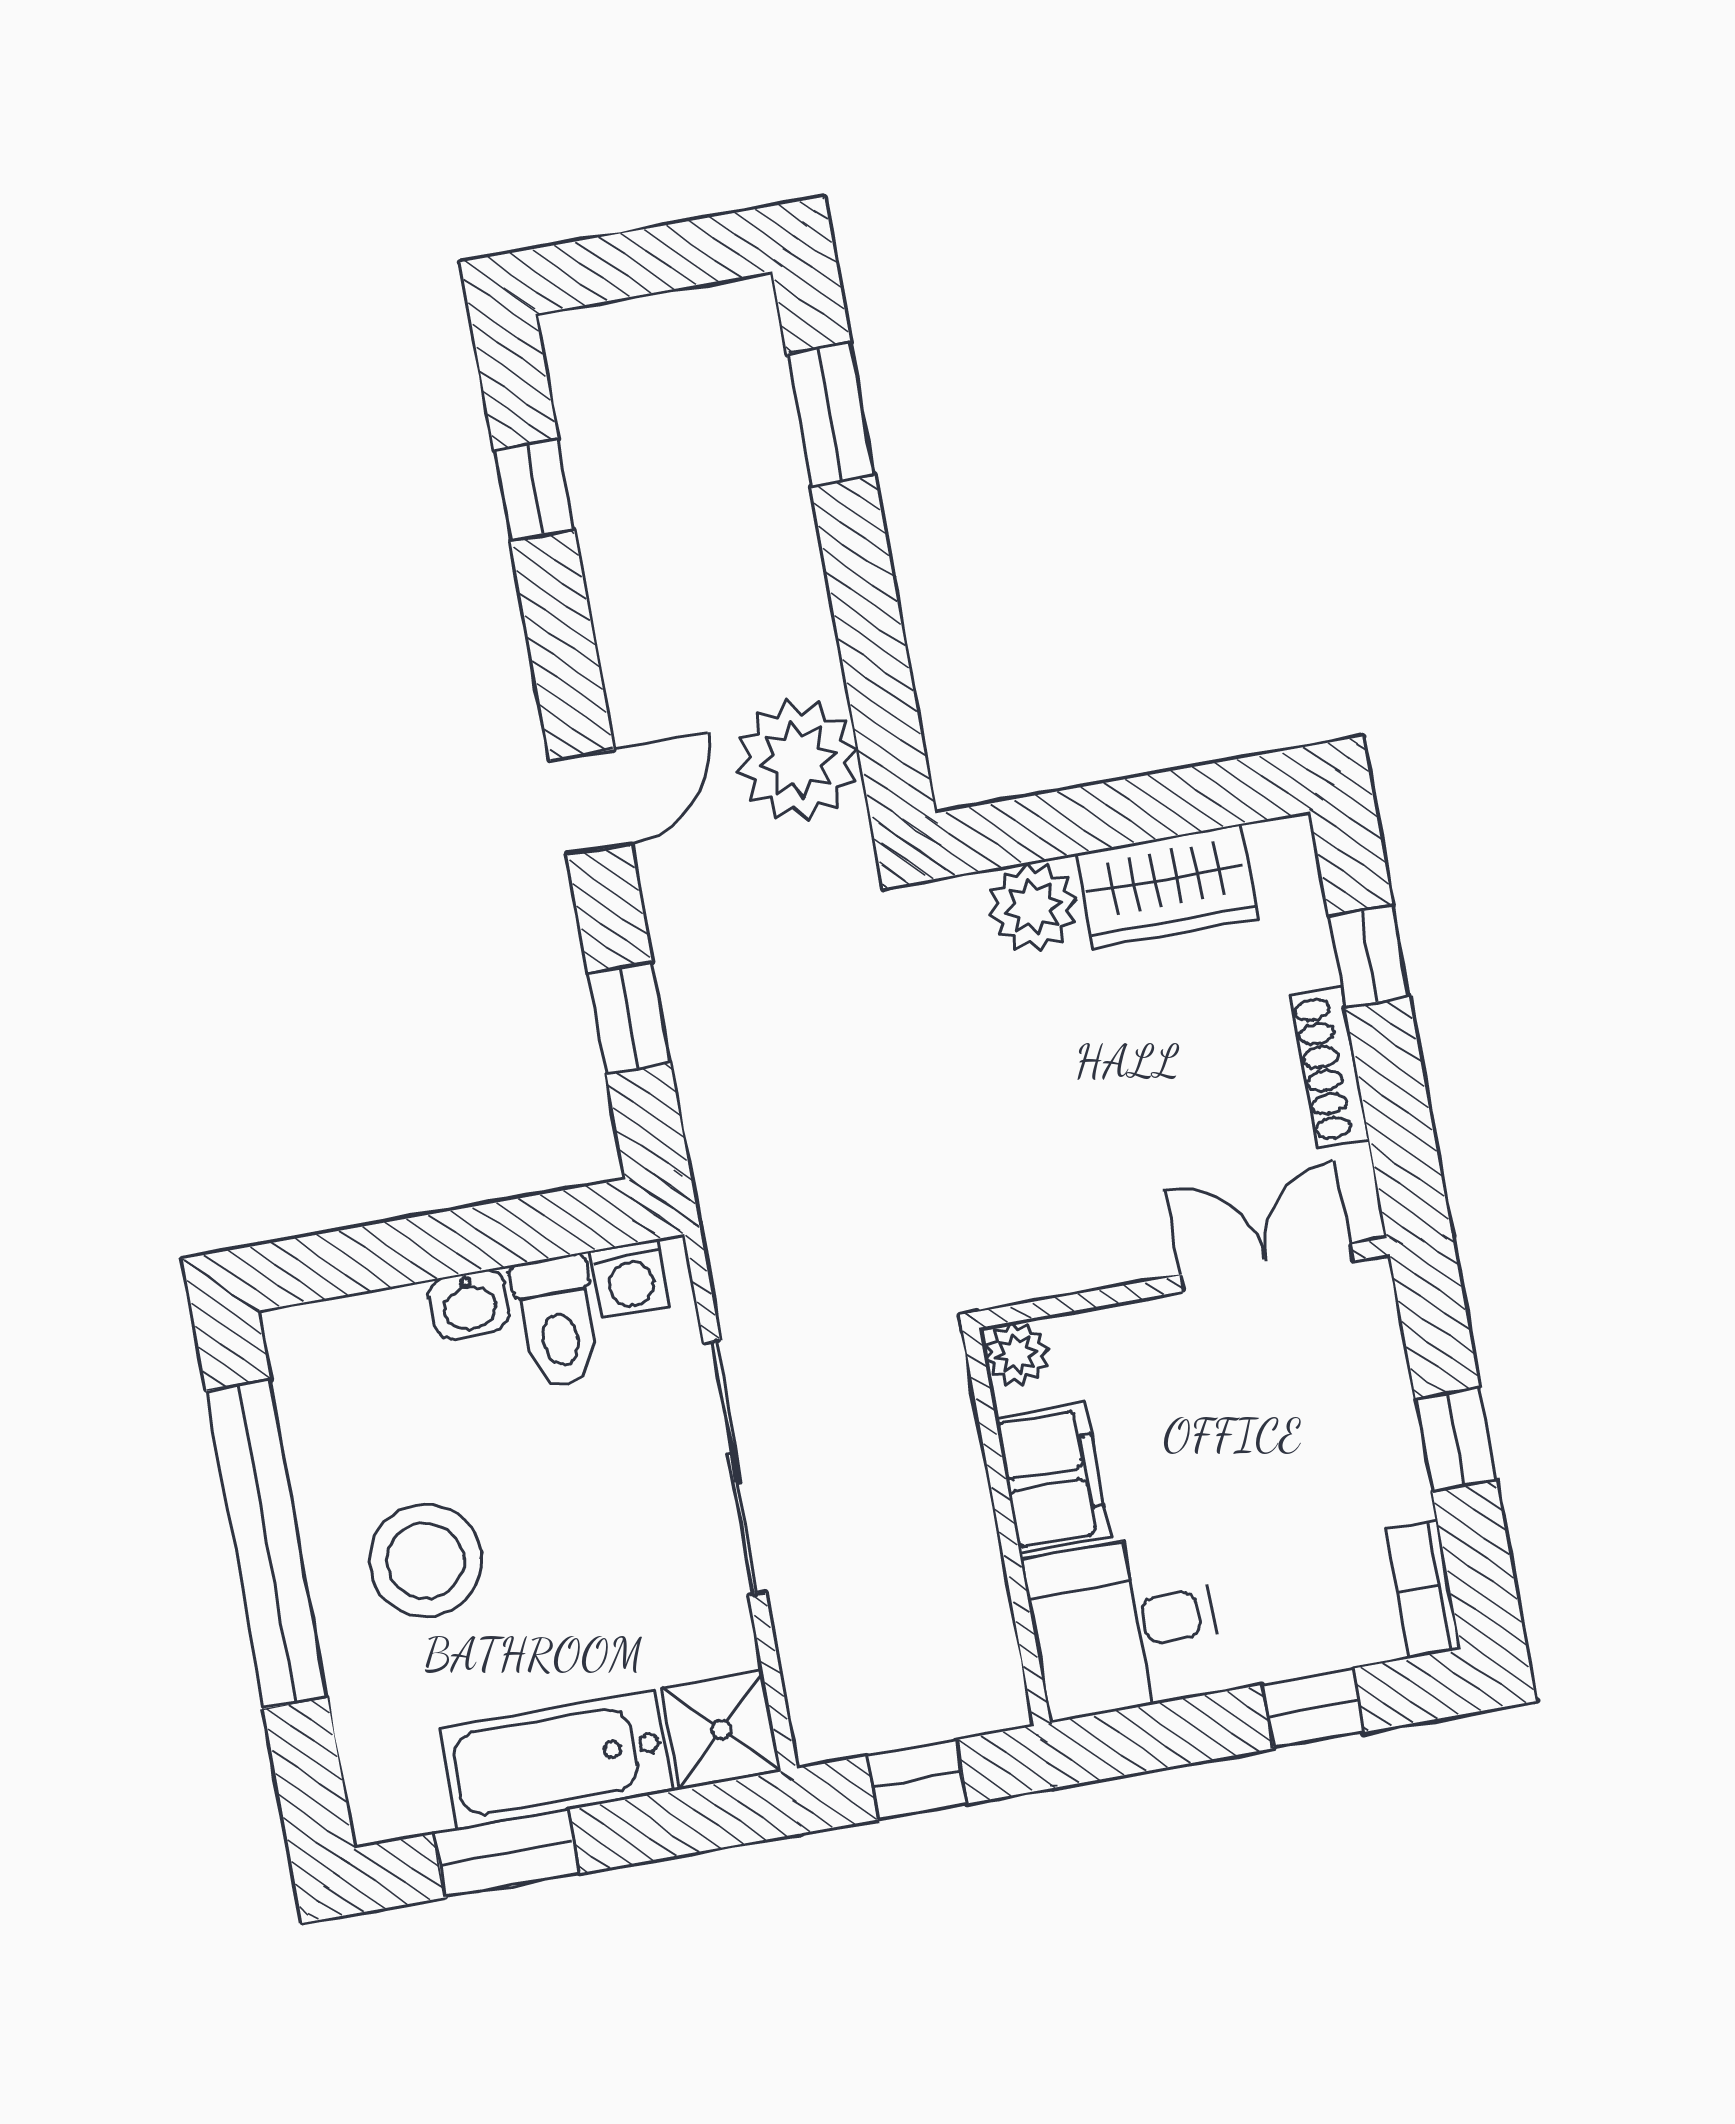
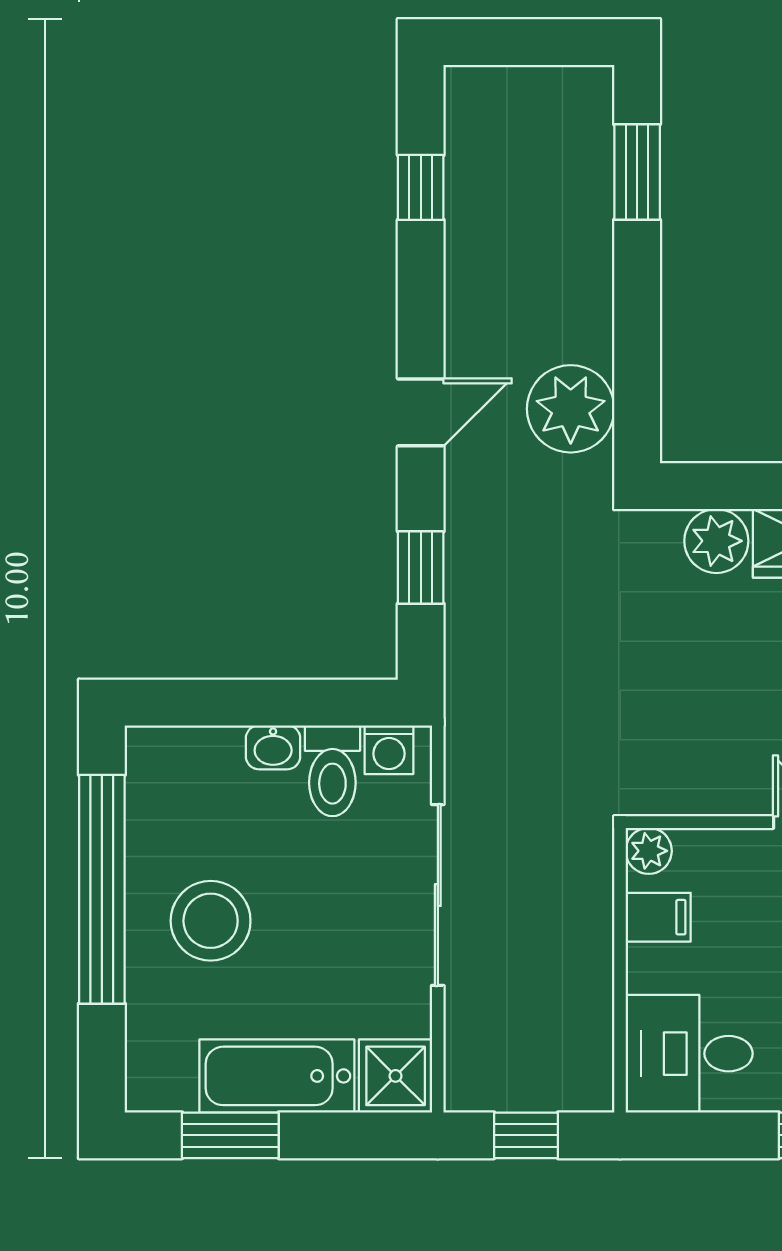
filing cabinet: (1052, 1478) -> (658, 917), width x0.50

